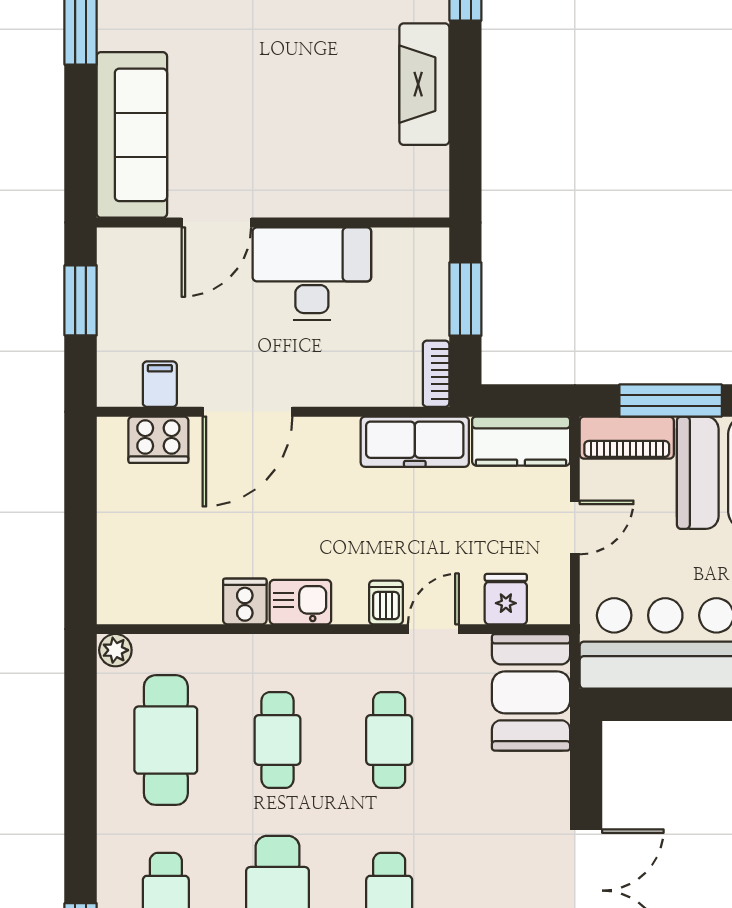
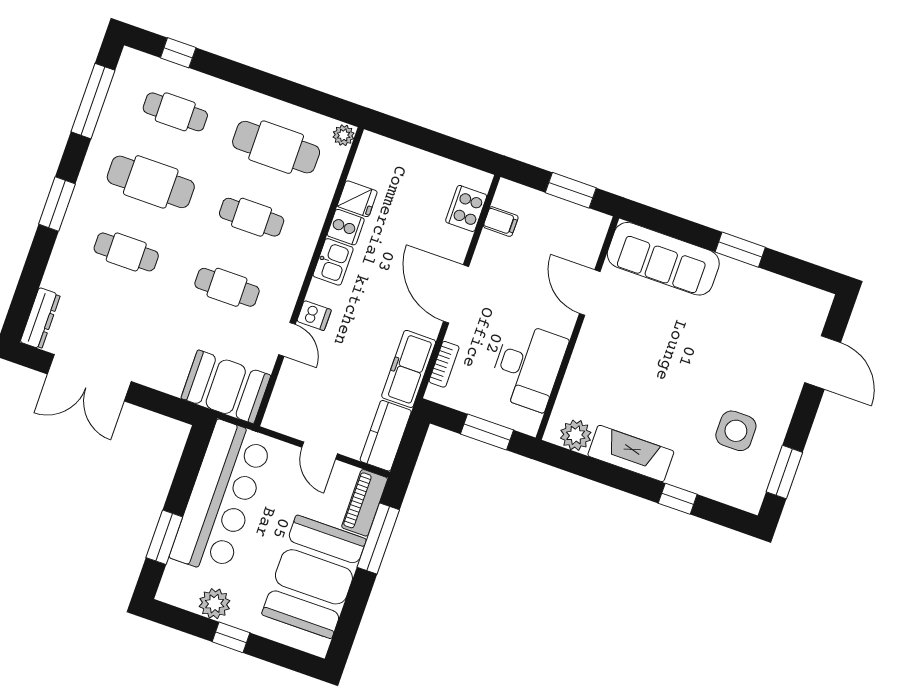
plant: (426, 172) -> (576, 435), added
desk: (312, 274) -> (528, 366), moved
bookcase: (436, 374) -> (444, 364), moved, turned 90
door: (247, 412) -> (456, 294), moved
fridge: (506, 599) -> (357, 199), moved

